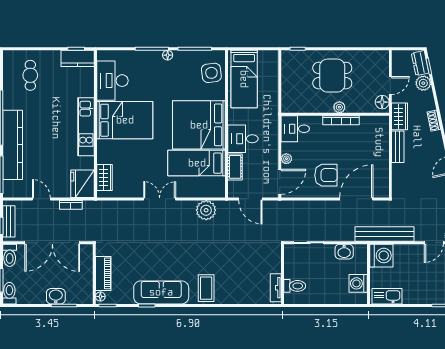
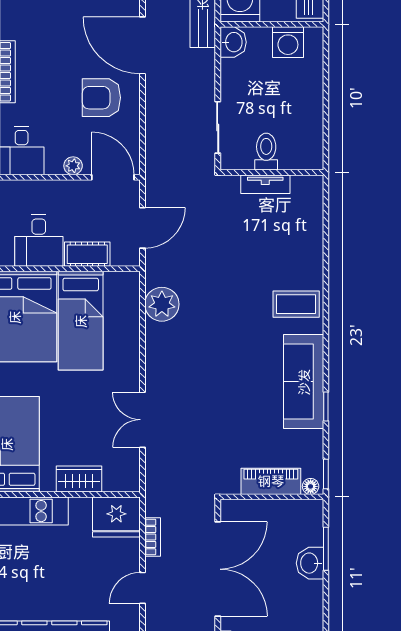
armchair: (326, 175) -> (101, 98), turned -90
wardrobe: (105, 178) -> (79, 479), moved
double door: (160, 199) -> (143, 420), moved
washbasin: (344, 252) -> (233, 42), moved
toilet: (295, 286) -> (266, 152), moved
tv unit: (276, 288) -> (265, 184), moved

